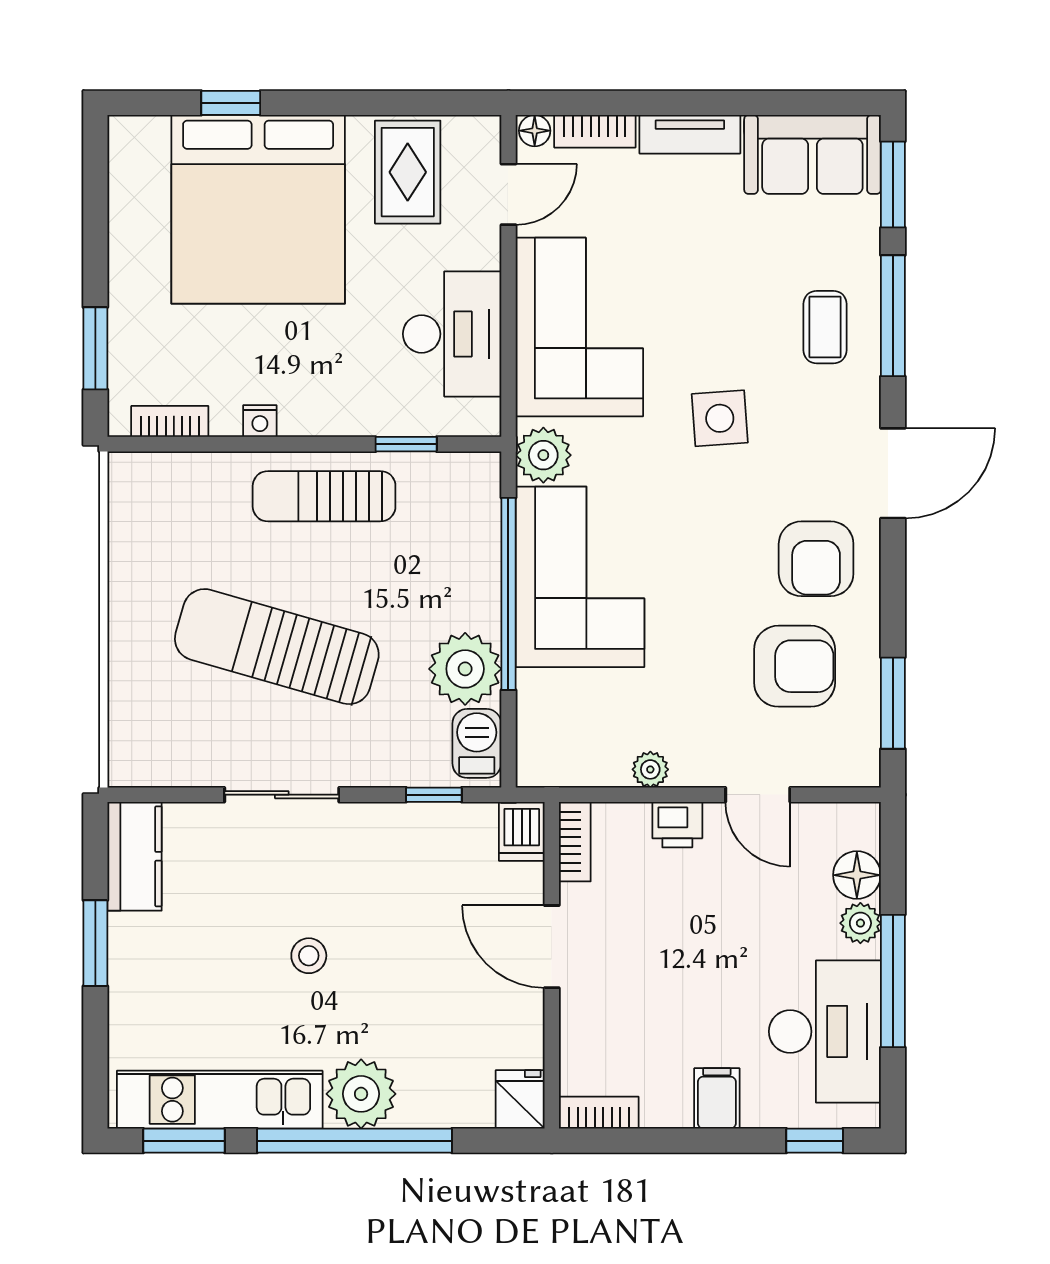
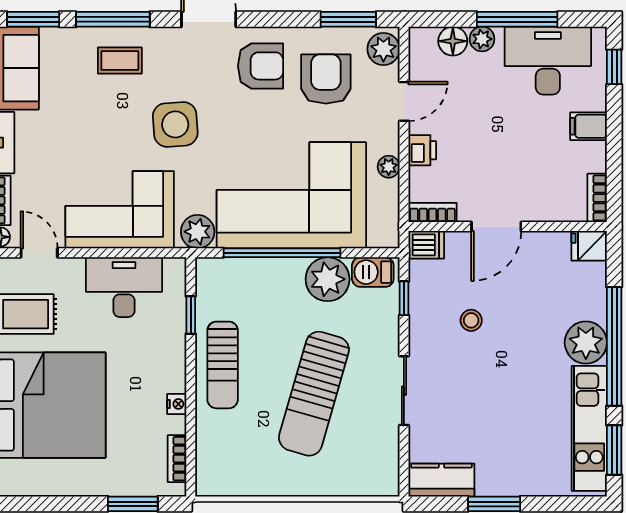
side table: (720, 418) -> (175, 124), width x1.37, depth x1.37
corner sofa: (580, 577) -> (291, 195), width x1.36, depth x1.36
plant: (844, 761) -> (383, 49), added
stool: (309, 956) -> (471, 320), moved

